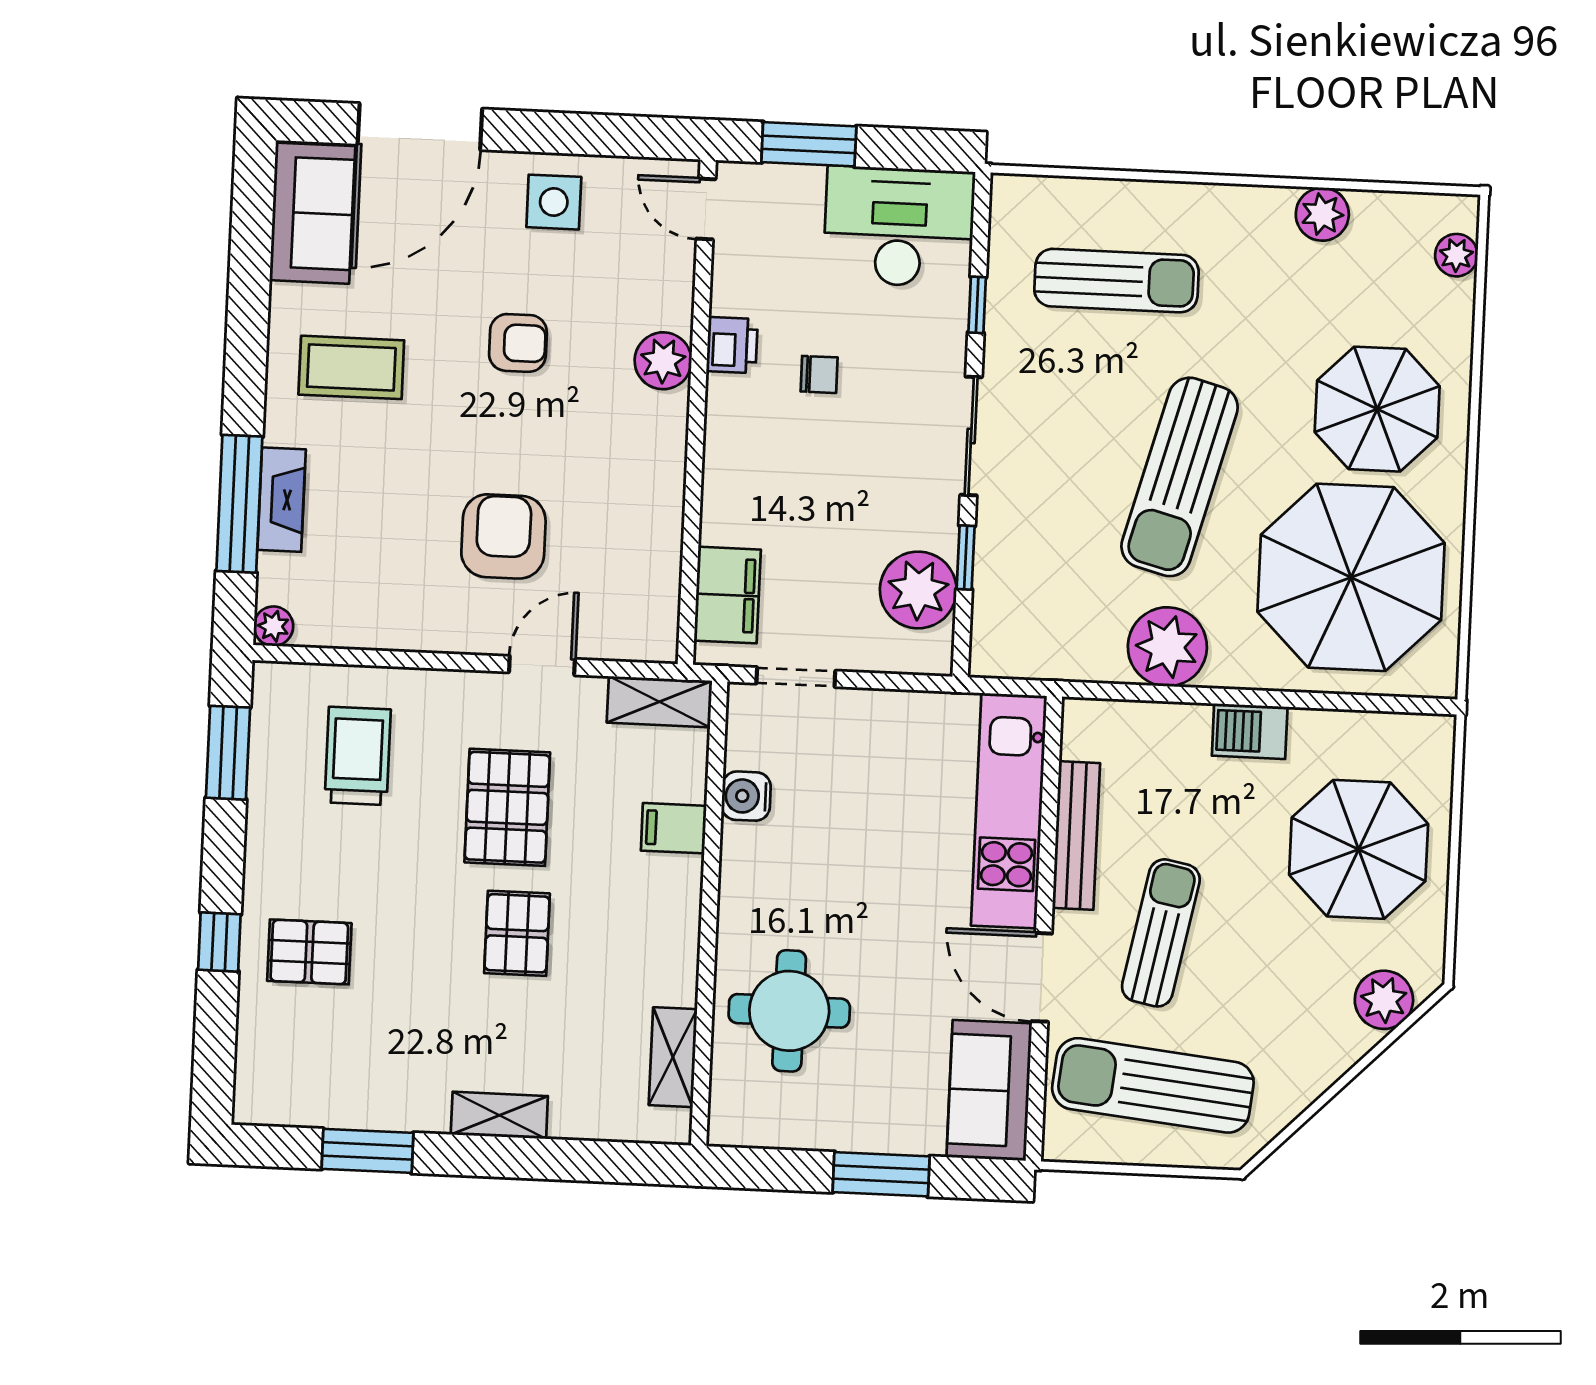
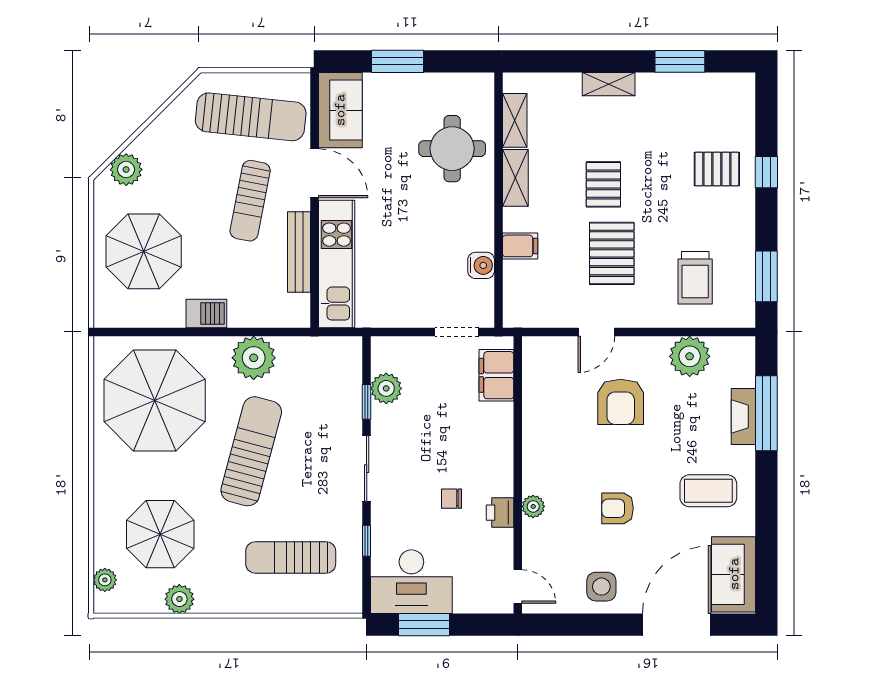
window: (809, 144) -> (424, 625), moved
plant: (663, 361) -> (533, 506), width x0.73, depth x0.73
parasol: (1377, 409) -> (160, 534), moved
plant: (918, 590) -> (386, 388), width x0.73, depth x0.73
plant: (274, 626) -> (690, 356), moved, width x1.88, depth x1.88
shelving: (659, 702) -> (515, 178), moved, turned 90

